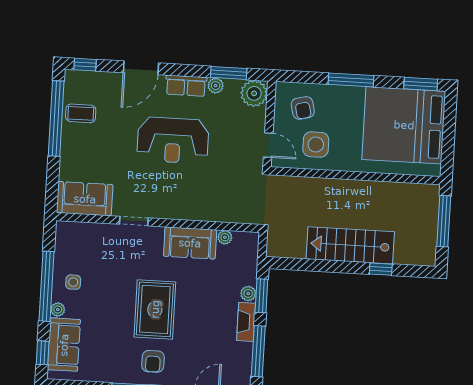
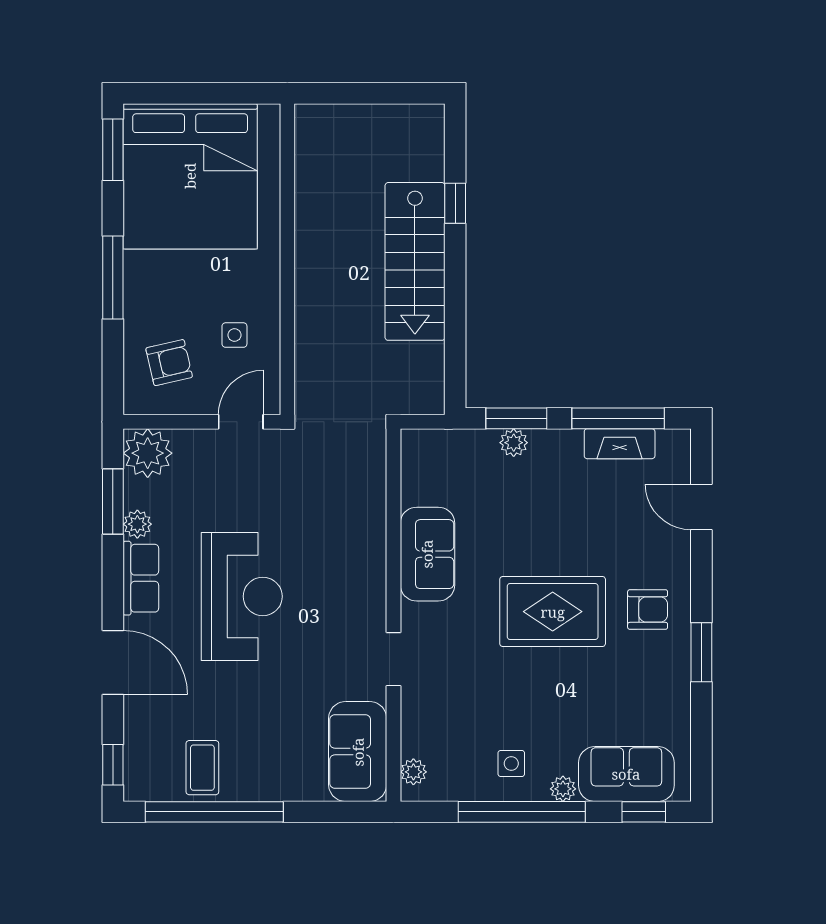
side table: (316, 145) -> (234, 335), width x0.54, depth x0.54
window: (444, 221) -> (361, 93), removed
plant: (225, 237) -> (413, 772), moved
fireplace: (246, 322) -> (620, 444), moved

